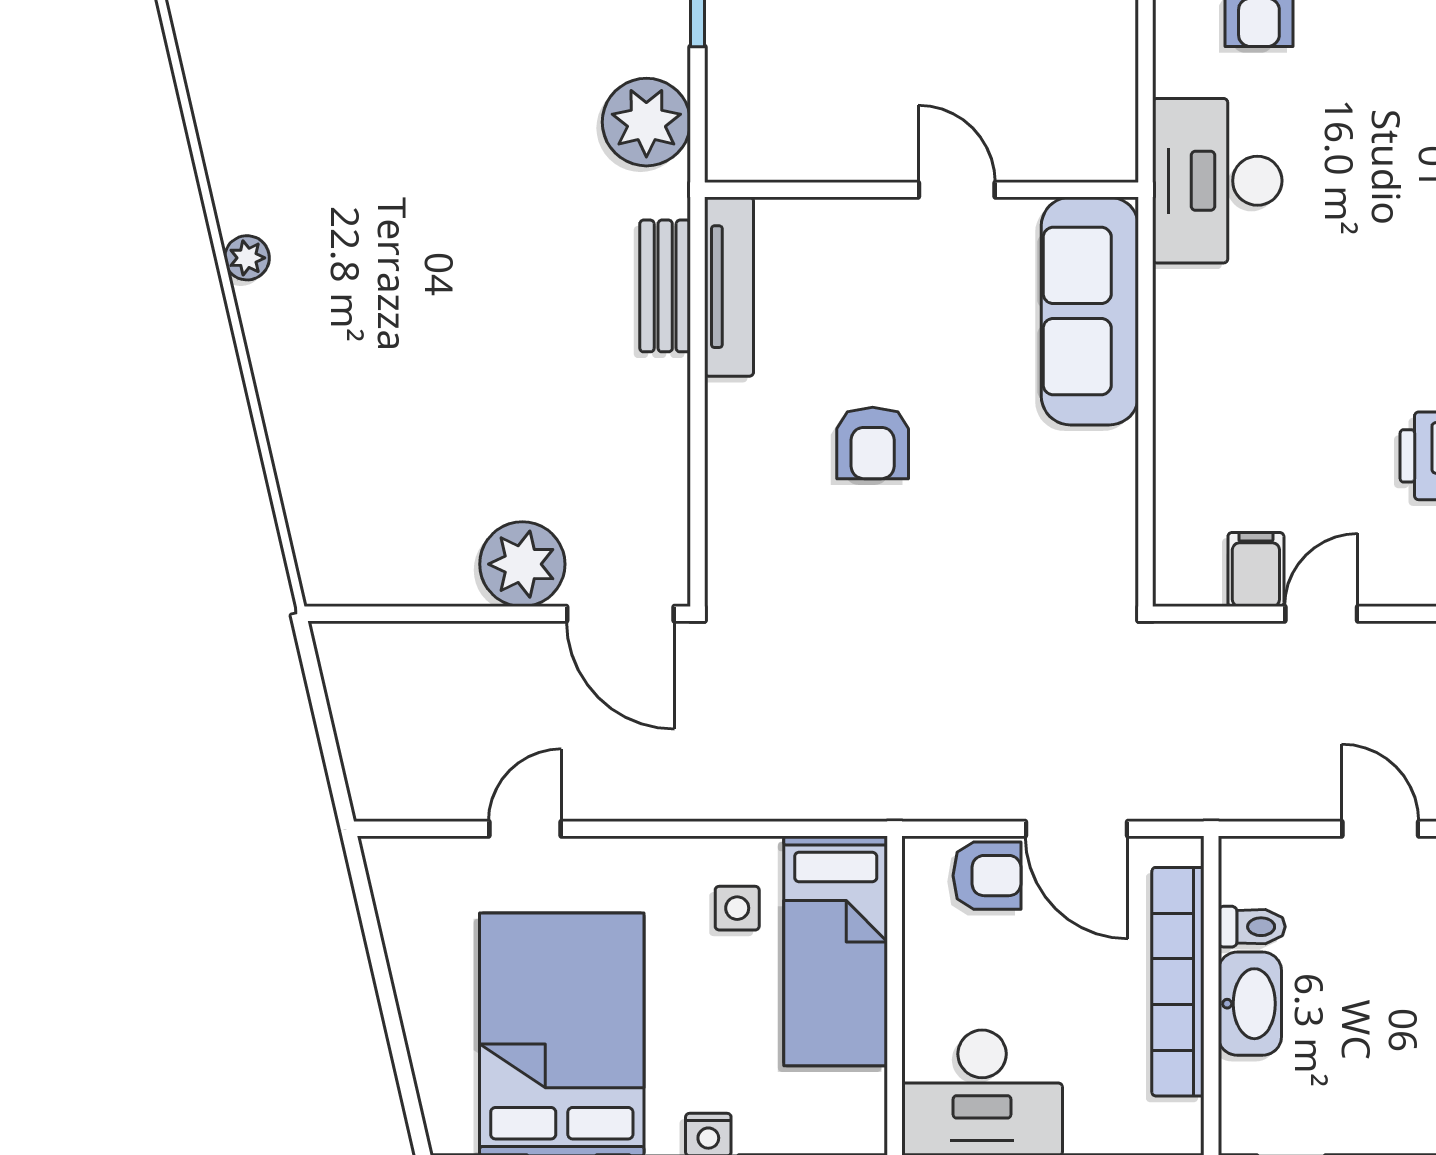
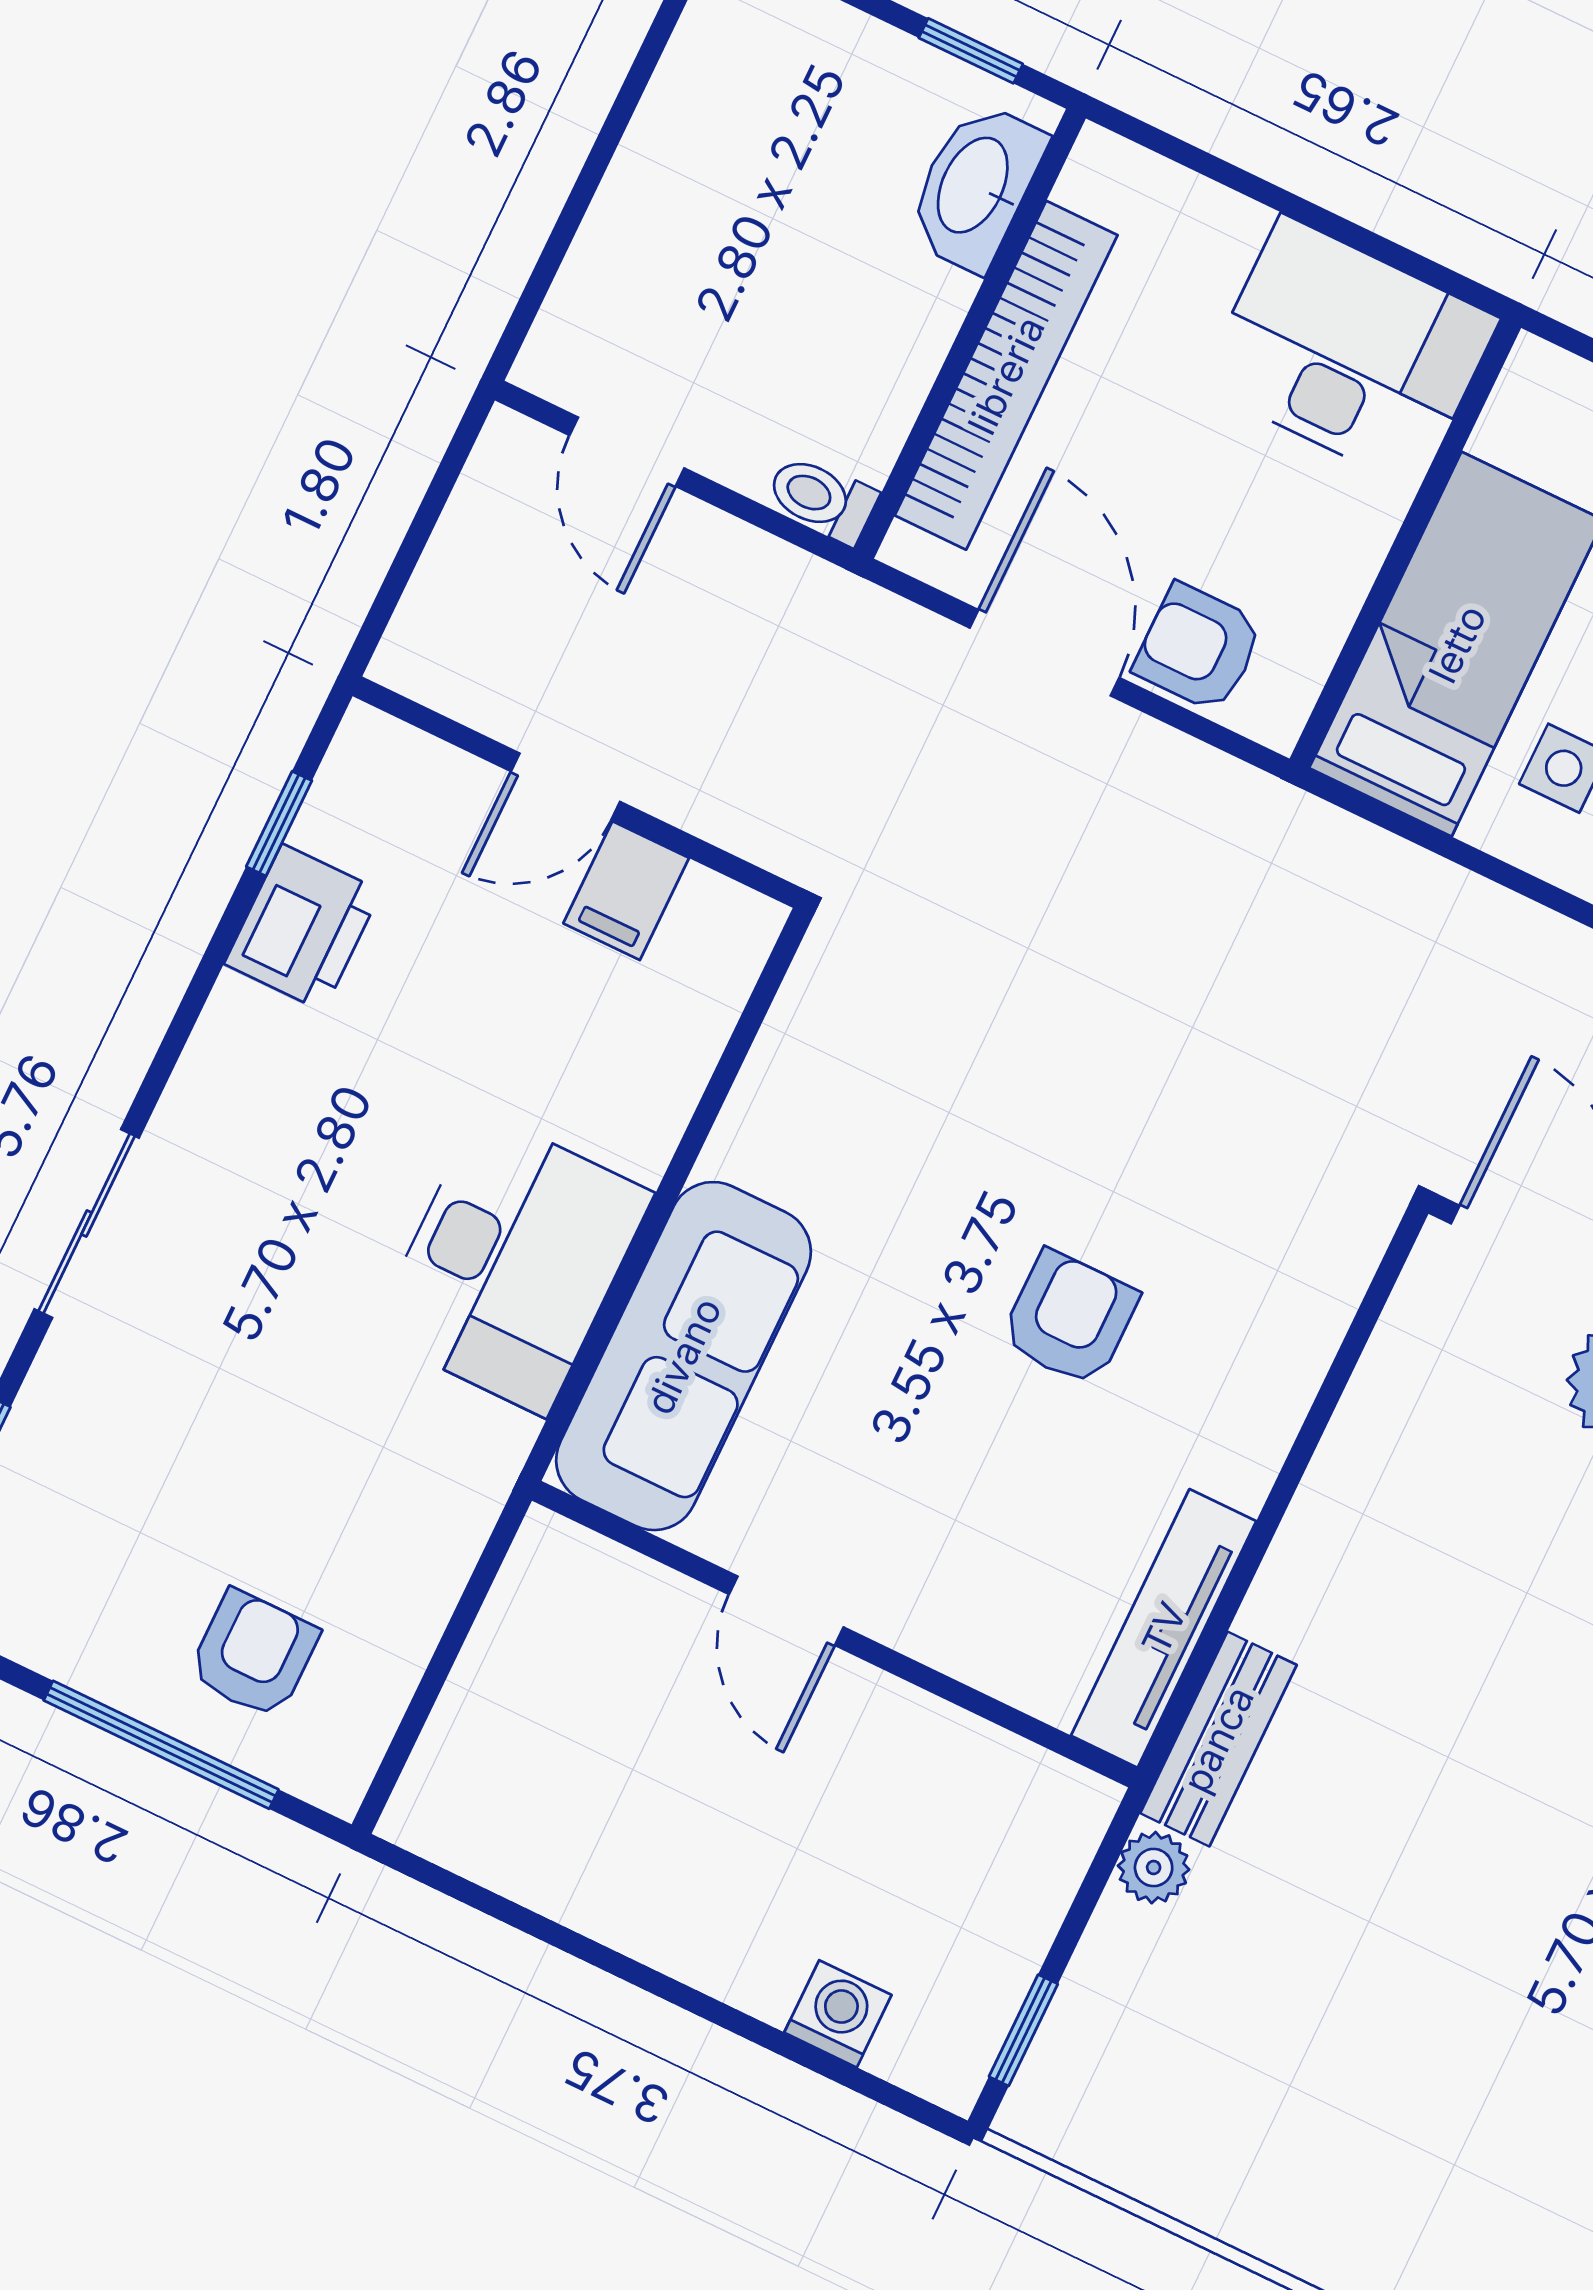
plant: (646, 122) -> (1154, 1868), width x0.53, depth x0.53
desk: (1217, 181) -> (512, 1263), moved
bench: (665, 286) -> (1218, 1739), moved
toilet: (1252, 927) -> (822, 499), moved
washbasin: (1250, 1004) -> (975, 186), moved

